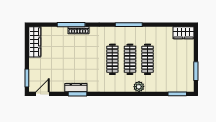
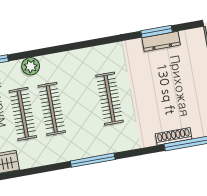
clothes rail: (130, 59) -> (23, 114), moved
plant: (139, 87) -> (31, 66), moved

